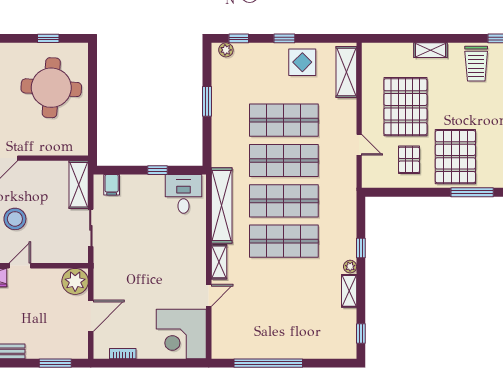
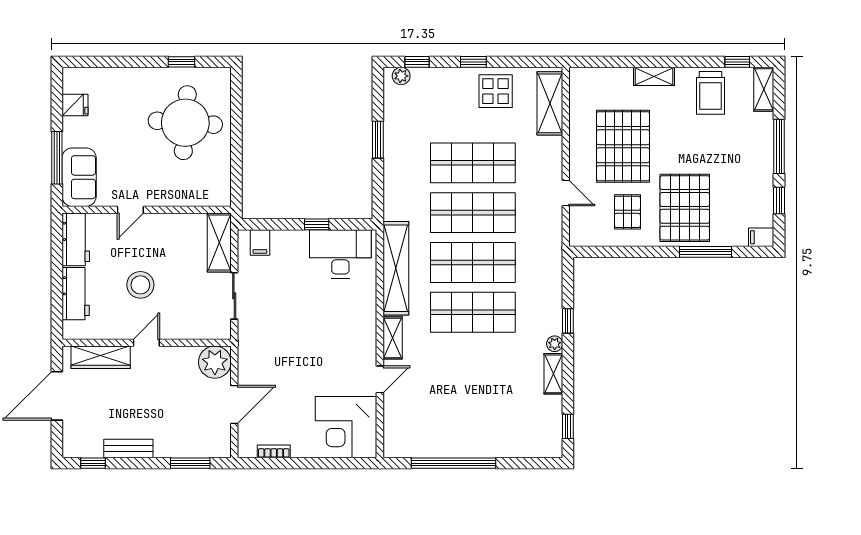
desk: (183, 194) -> (340, 254), width x1.37

